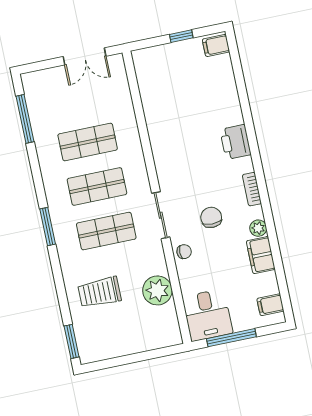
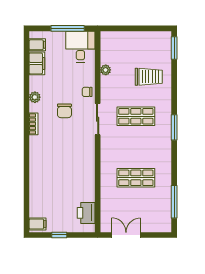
printer: (235, 142) -> (86, 213), moved, turned 180
shop shelf: (97, 187) -> (136, 147), removed
filing cabinet: (261, 255) -> (37, 63), moved
plant: (157, 290) -> (106, 70), width x0.53, depth x0.53

